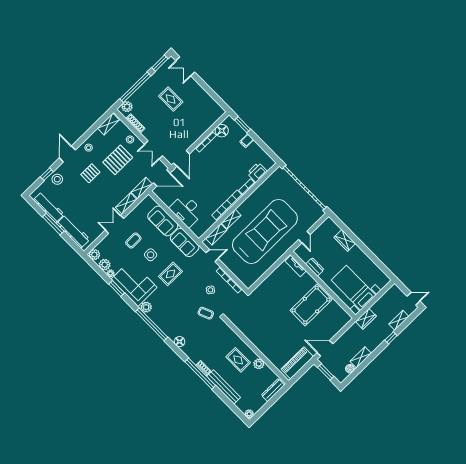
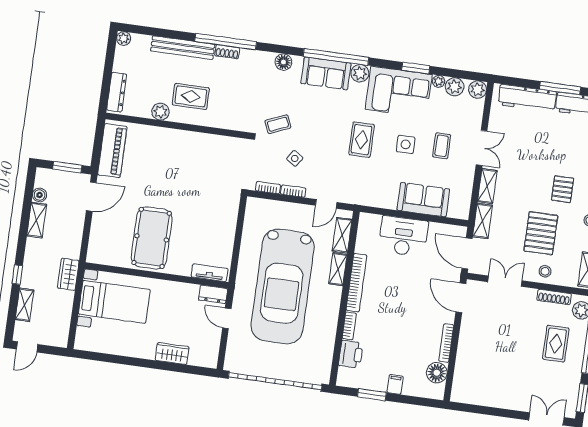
rug: (171, 99) -> (556, 344), moved, turned 90
window: (242, 125) -> (372, 395), moved
door: (162, 178) -> (467, 254), hinge flipped
sofa: (185, 243) -> (326, 73), moved, turned 180
dresser: (315, 267) -> (213, 294), moved

